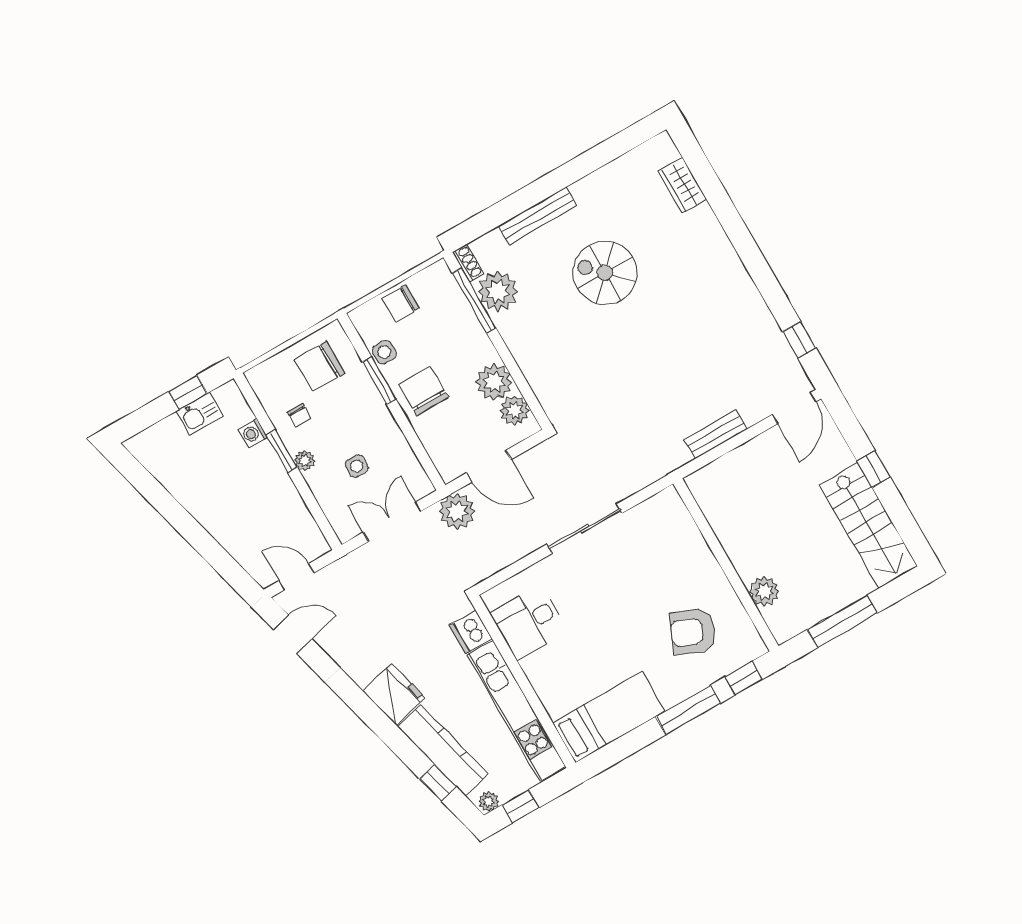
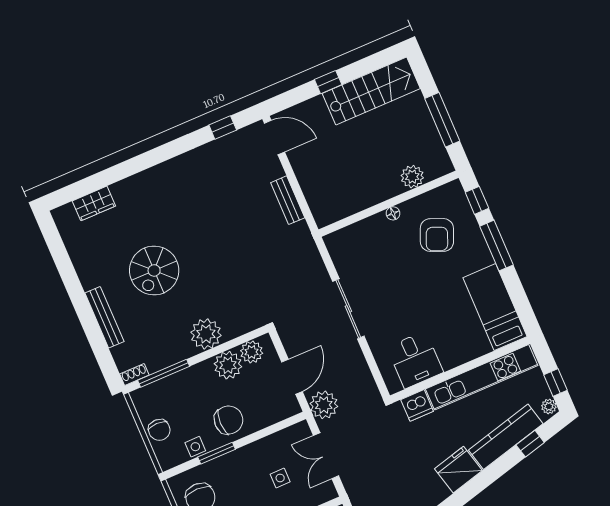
plant: (498, 291) -> (206, 334), moved
chair: (424, 391) -> (229, 420), turned 180
floor lamp: (714, 572) -> (393, 213), added

